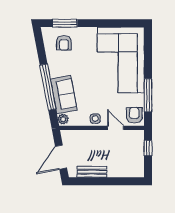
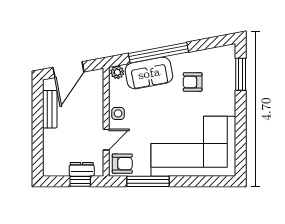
armchair: (64, 43) -> (193, 82), moved
dresser: (139, 147) -> (82, 169), added
door: (61, 157) -> (68, 70), swing flipped

